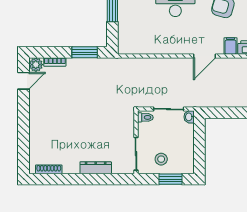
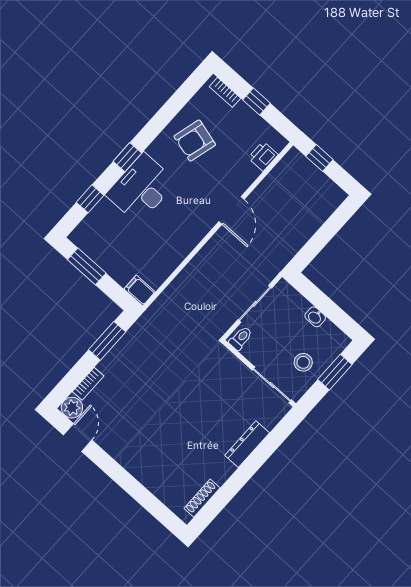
filing cabinet: (231, 46) -> (140, 290), moved
washbasin: (189, 117) -> (315, 317), moved

